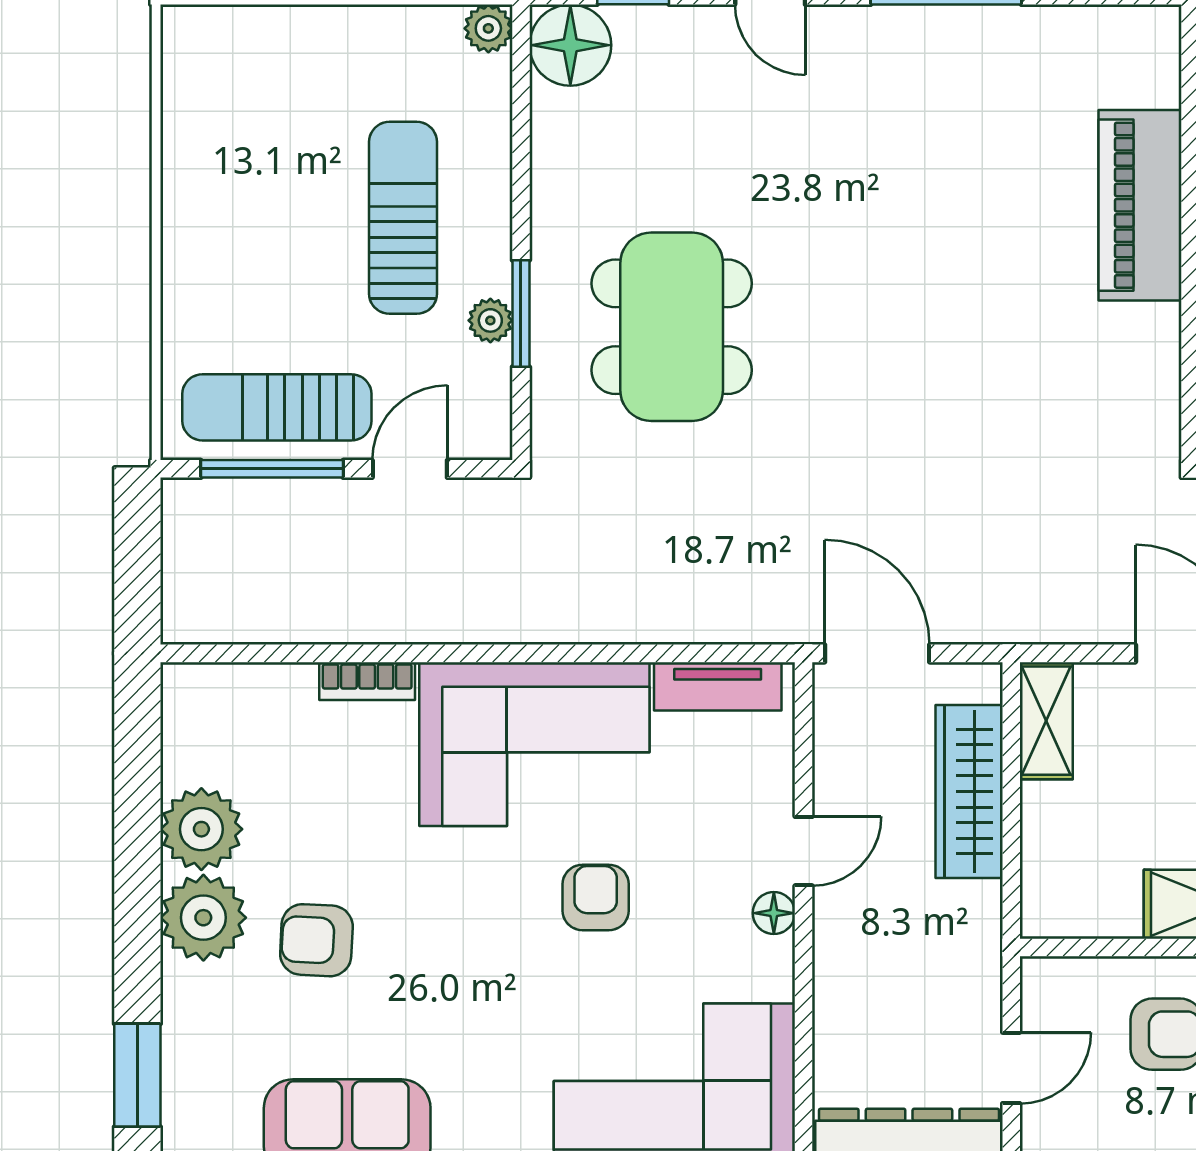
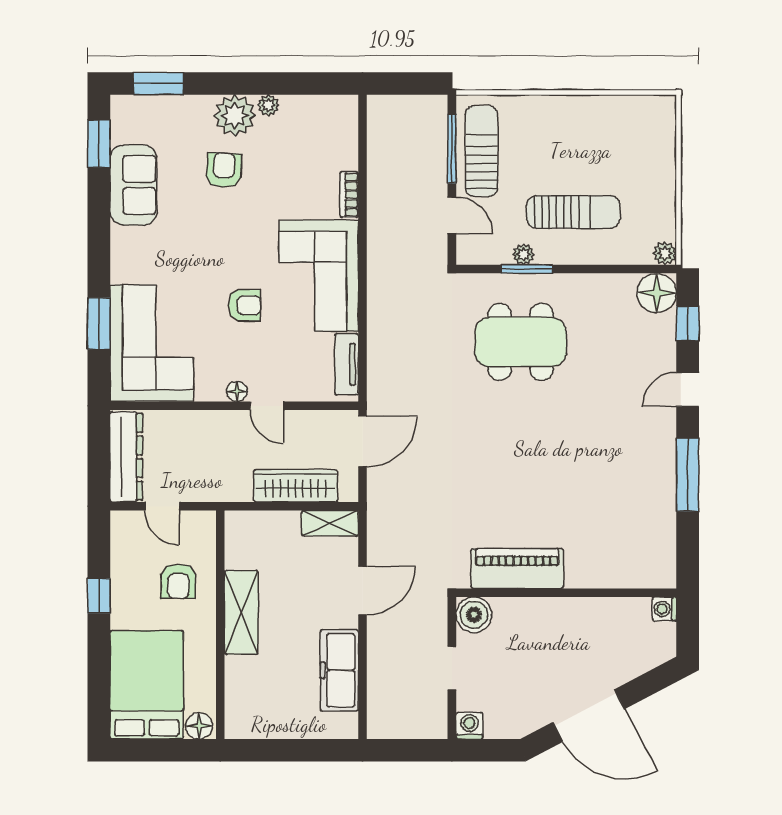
piano: (1140, 205) -> (517, 568), moved
plant: (201, 829) -> (268, 105), width x0.53, depth x0.53

